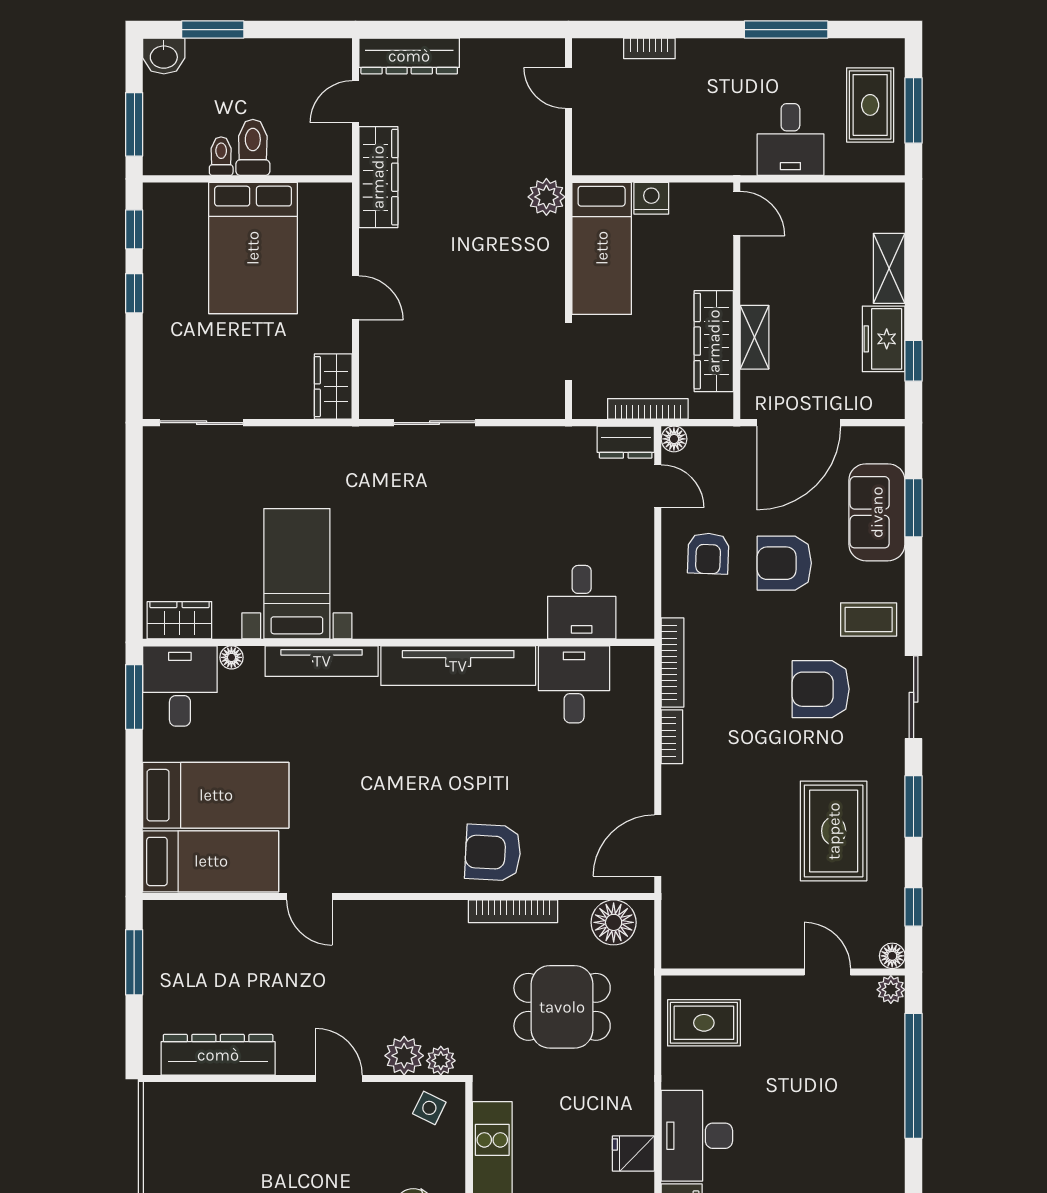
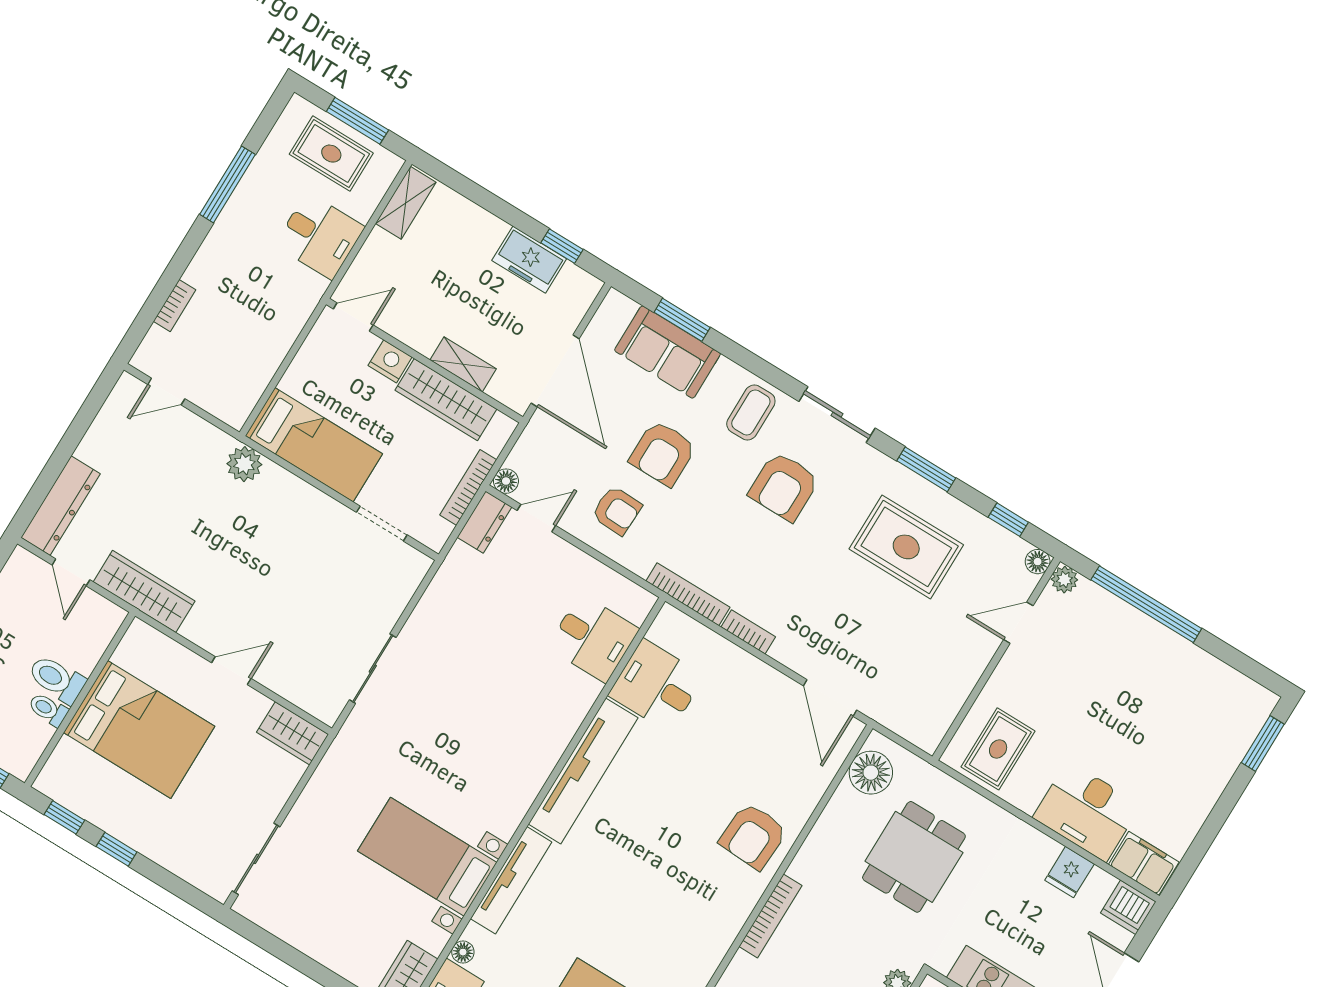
nightstand: (651, 198) -> (390, 361), moved, turned 90
shelving: (889, 268) -> (406, 203), moved, turned 90
bookcase: (513, 911) -> (770, 916), moved

